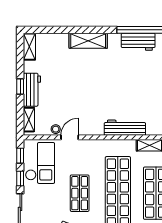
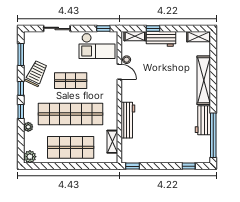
shelving: (88, 41) -> (204, 80), width x1.47
workbench: (138, 42) -> (203, 120), moved
window: (20, 87) -> (153, 28), moved
window: (20, 179) -> (83, 28), removed

